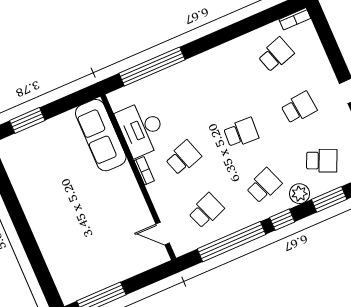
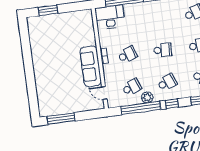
desk: (141, 129) -> (110, 17), moved, turned 90
sofa: (101, 135) -> (91, 66), moved
plant: (300, 194) -> (147, 97), moved

